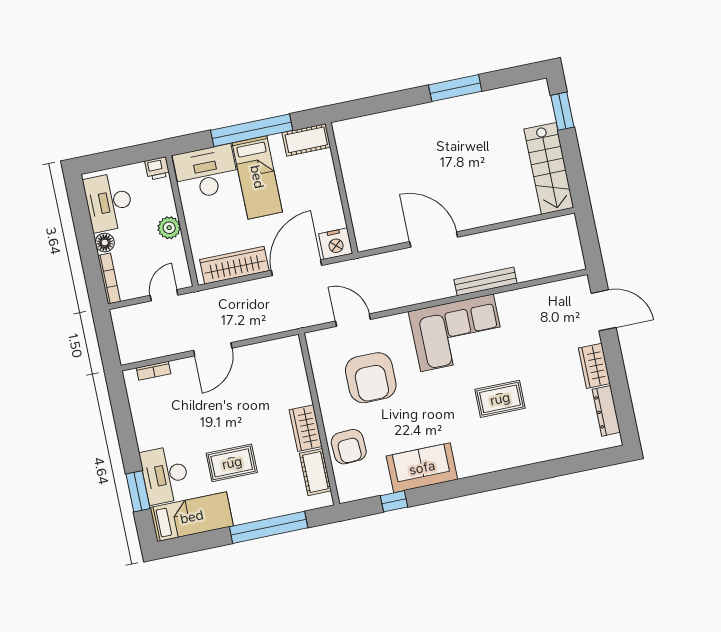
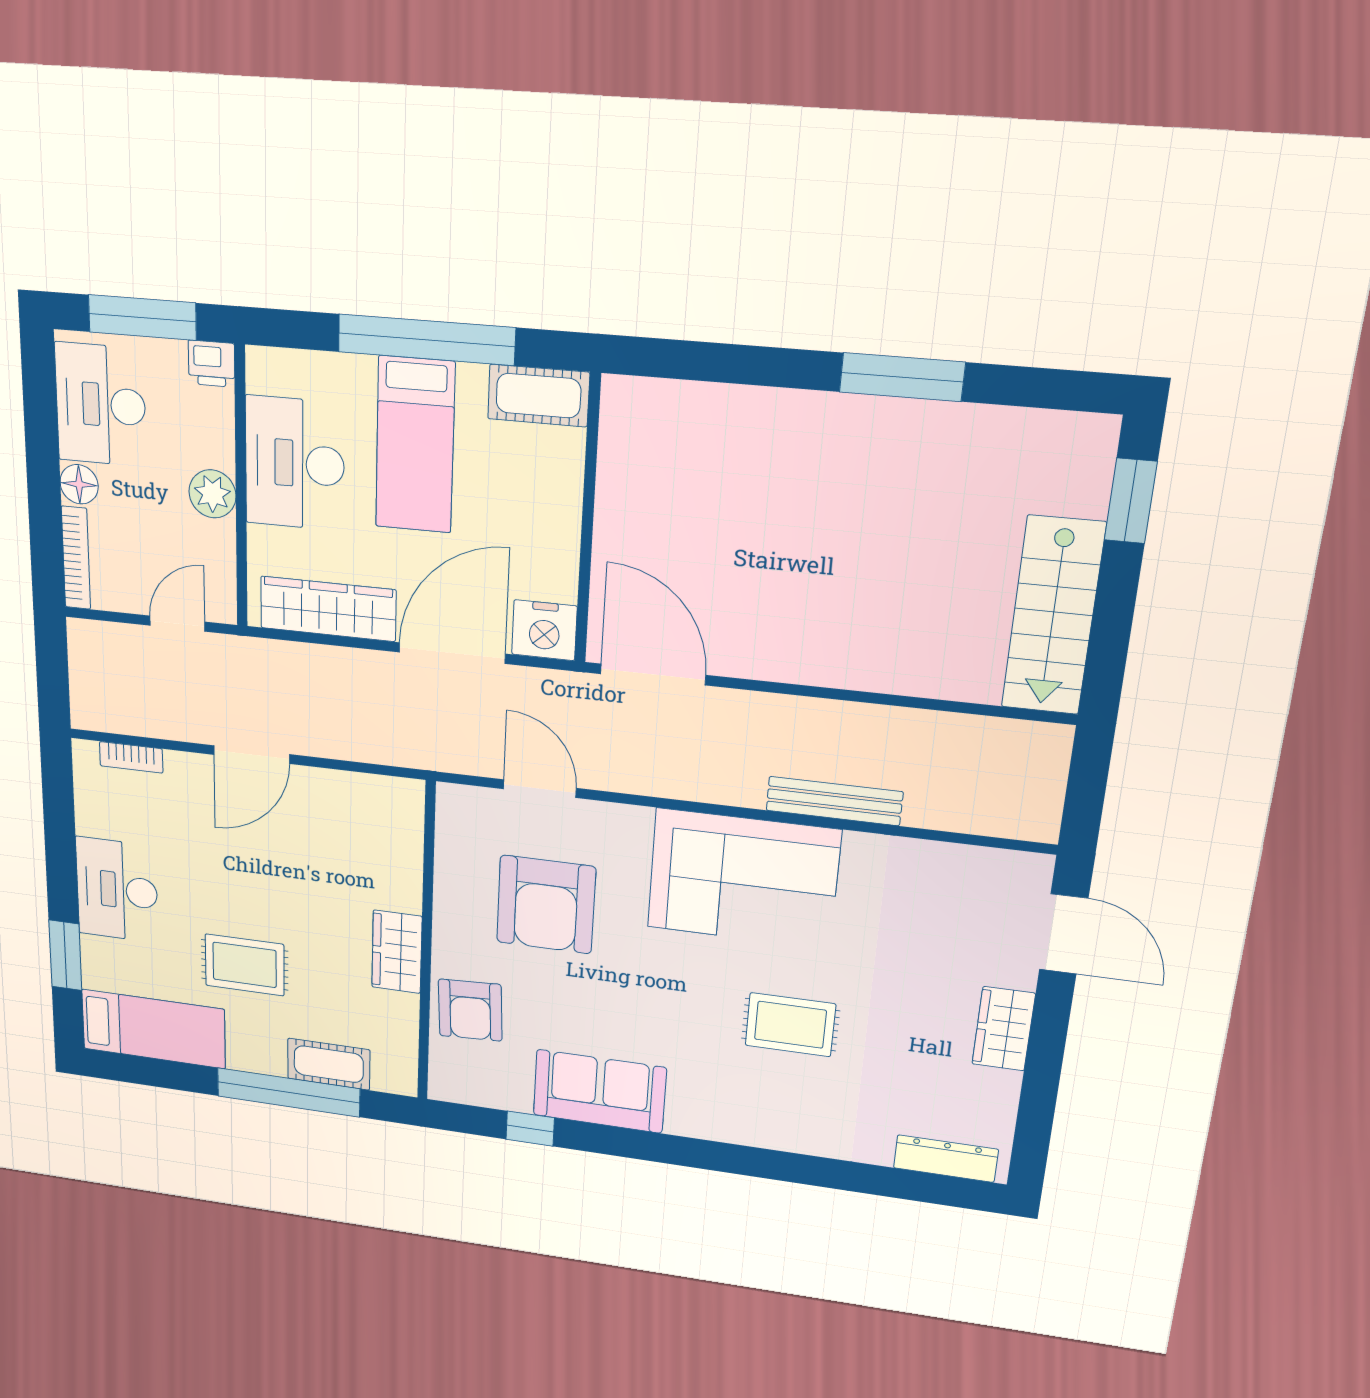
window: (122, 157) -> (142, 317), added
desk: (206, 172) -> (295, 463), moved, turned -90
door: (434, 239) -> (653, 674), moved
dresser: (606, 411) -> (946, 1159), moved, turned 90
cot: (315, 472) -> (329, 1064), moved, turned 90
desk: (165, 475) -> (117, 890), moved

